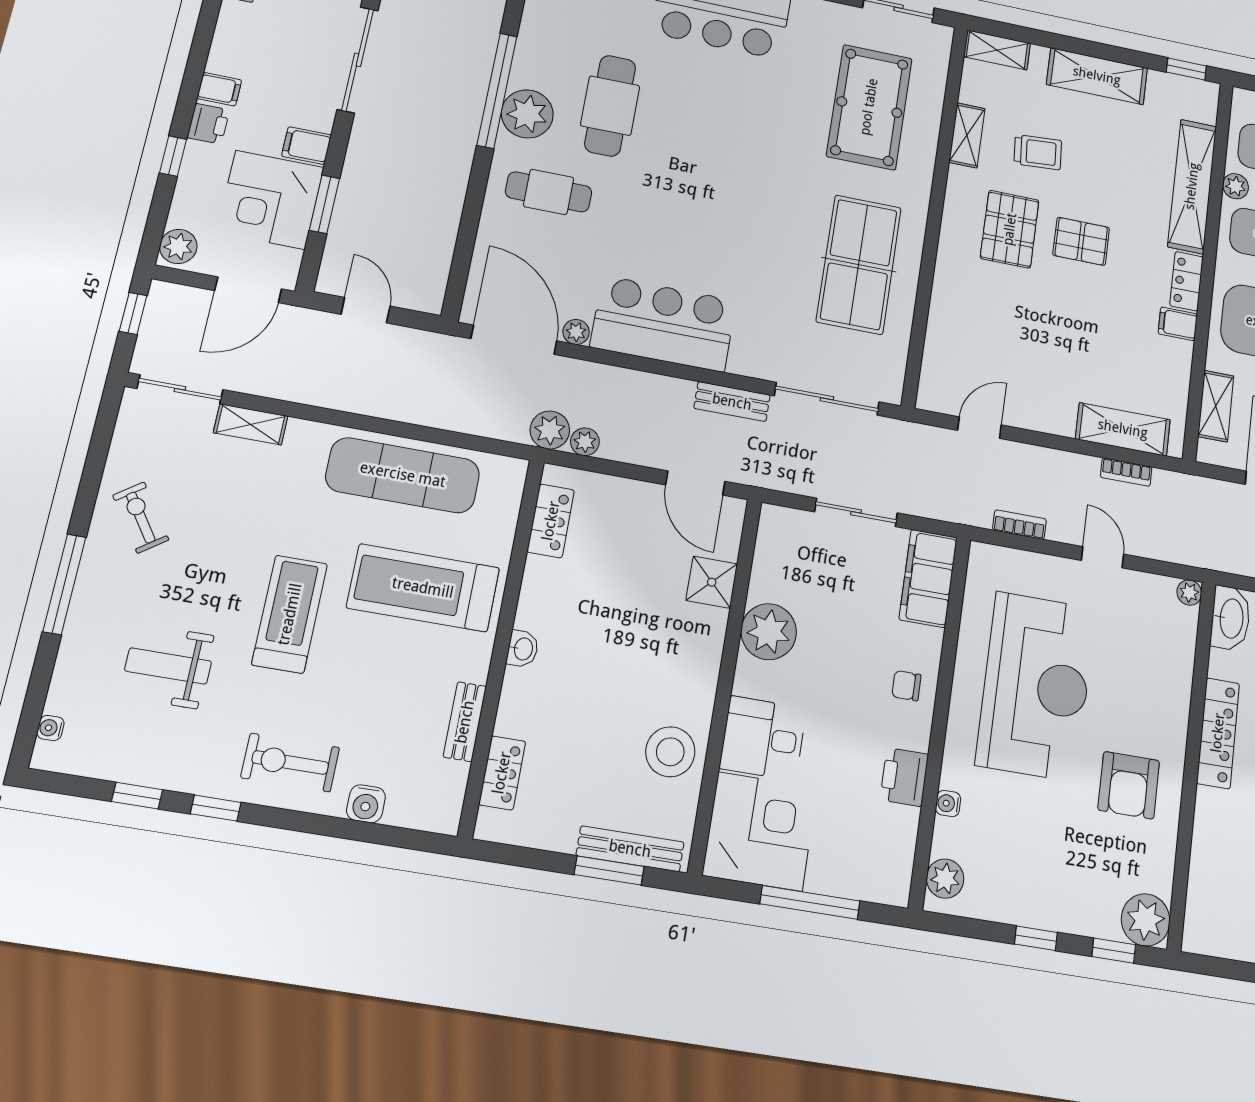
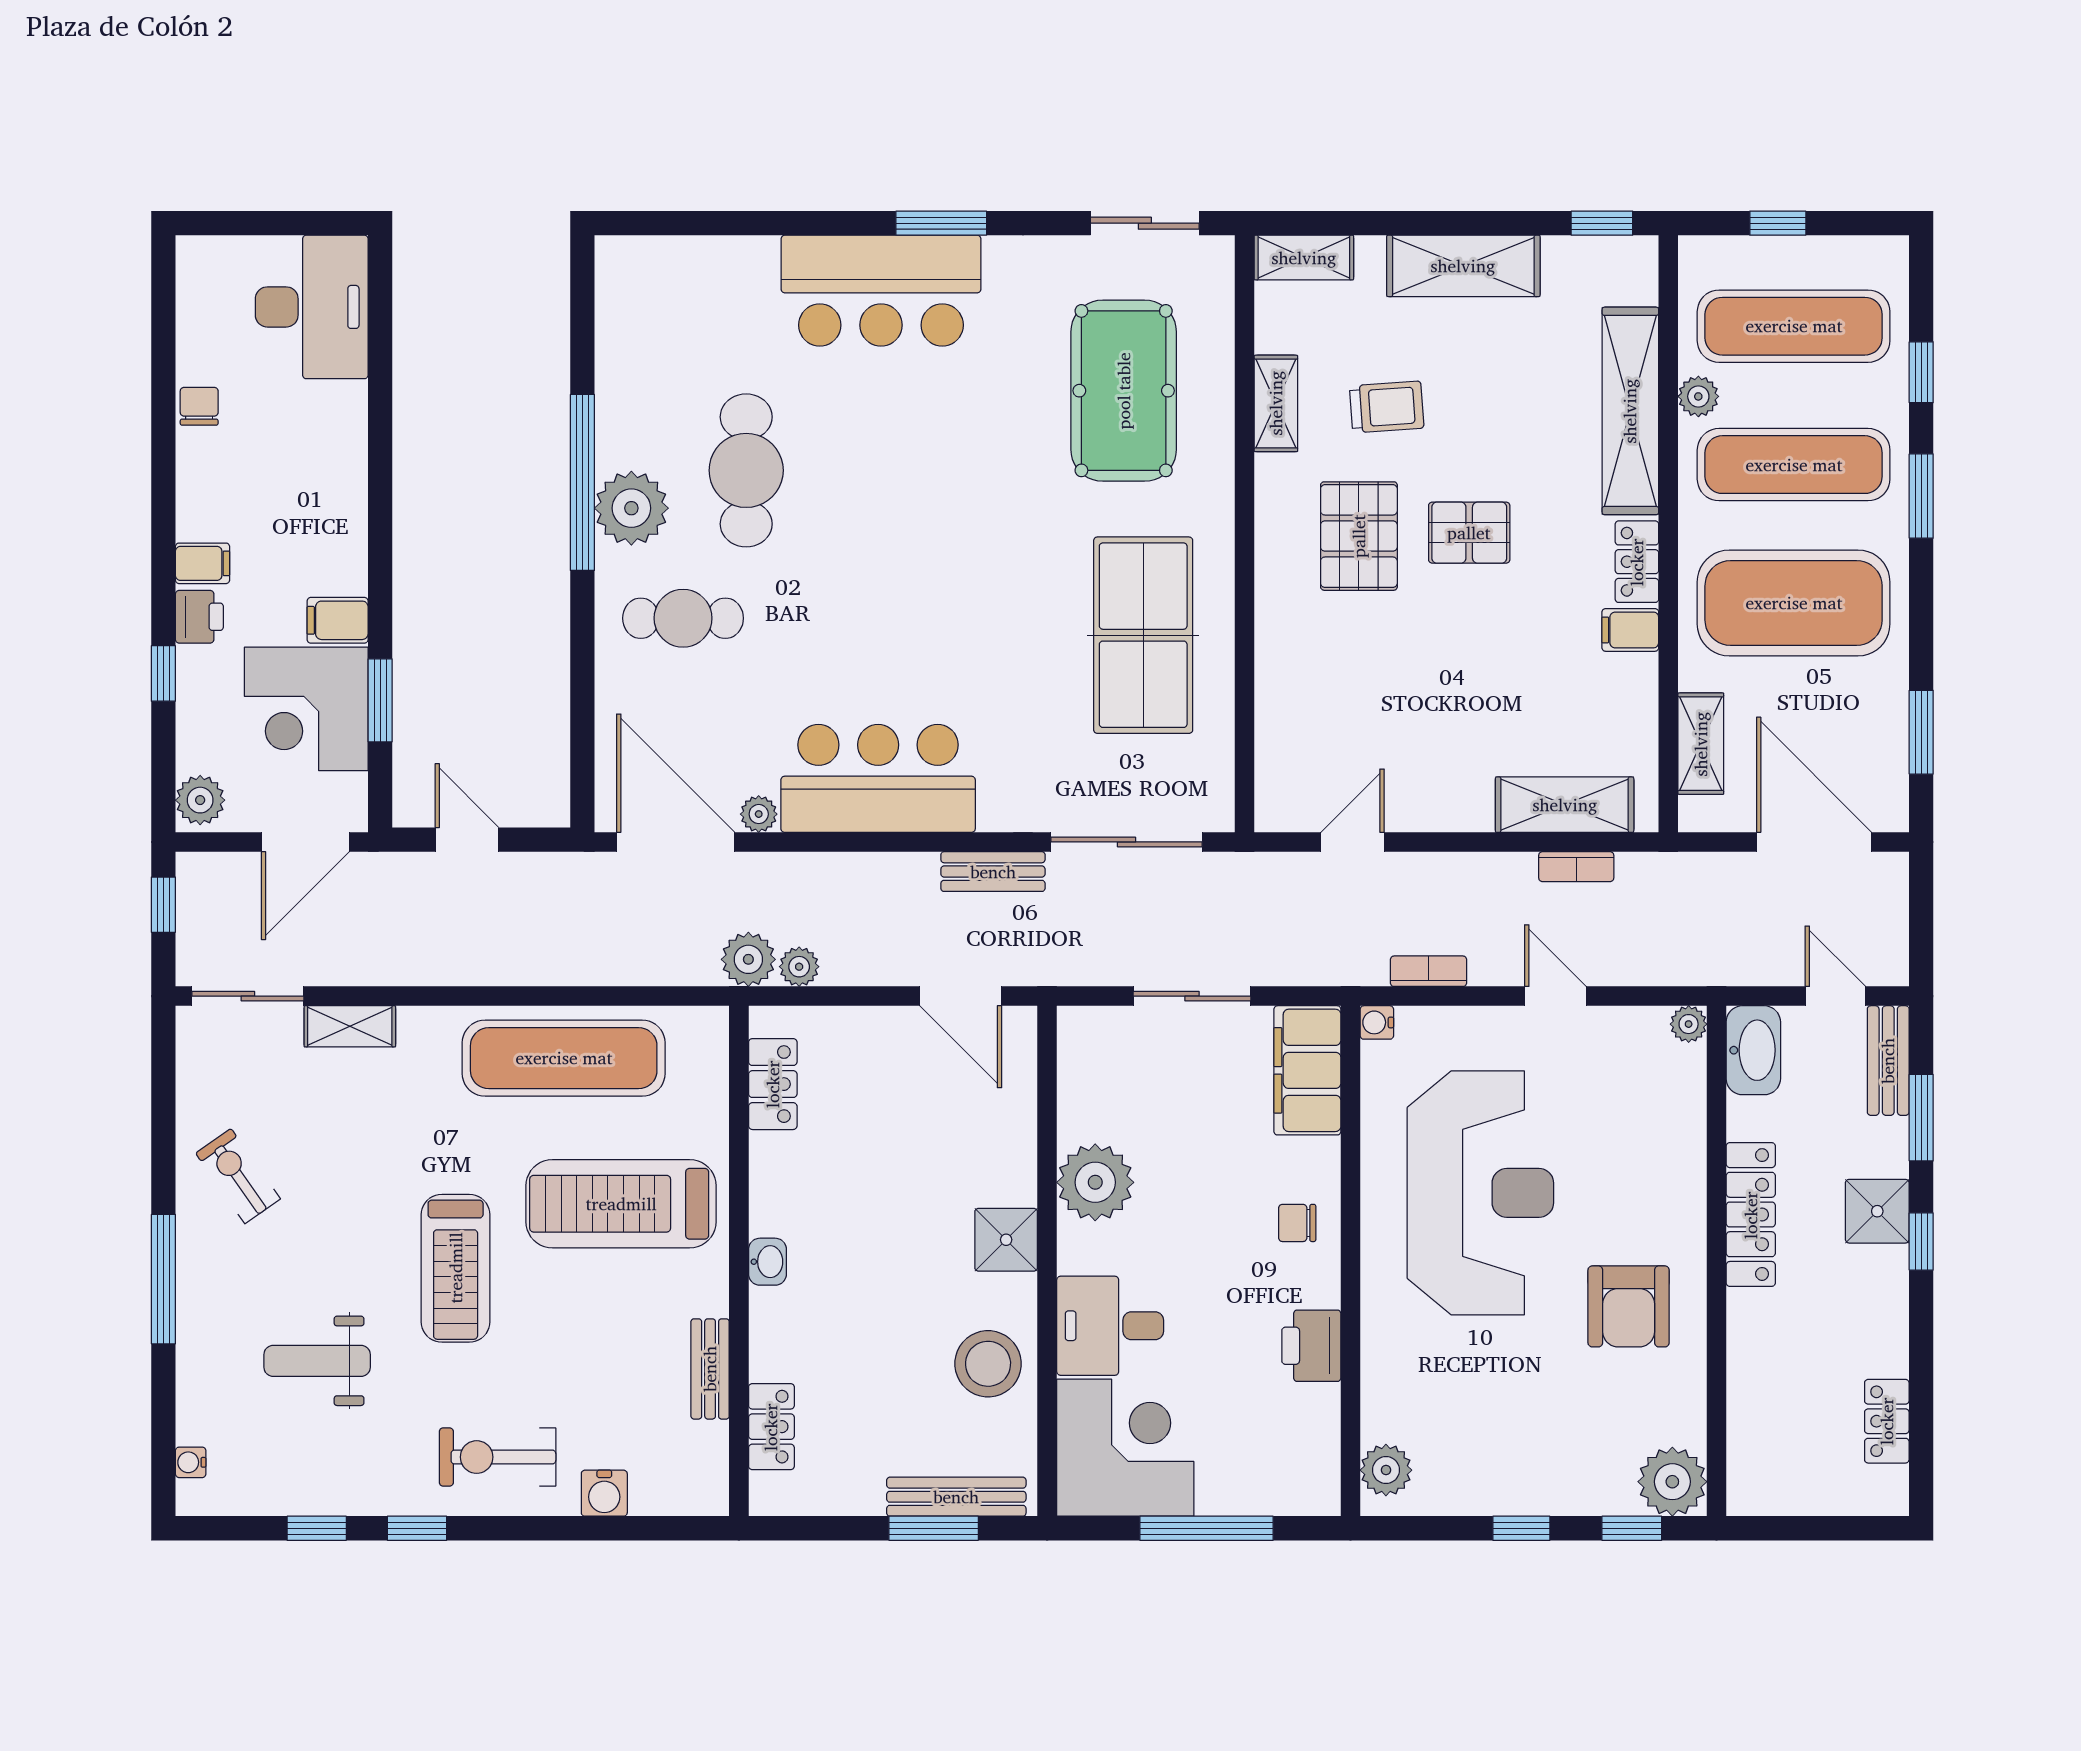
sliding door: (358, 60) -> (380, 479), removed
shower: (712, 582) -> (1006, 1240), moved
treadmill: (290, 614) -> (456, 1268), turned 180
water cooler: (948, 803) -> (1377, 1022), moved

